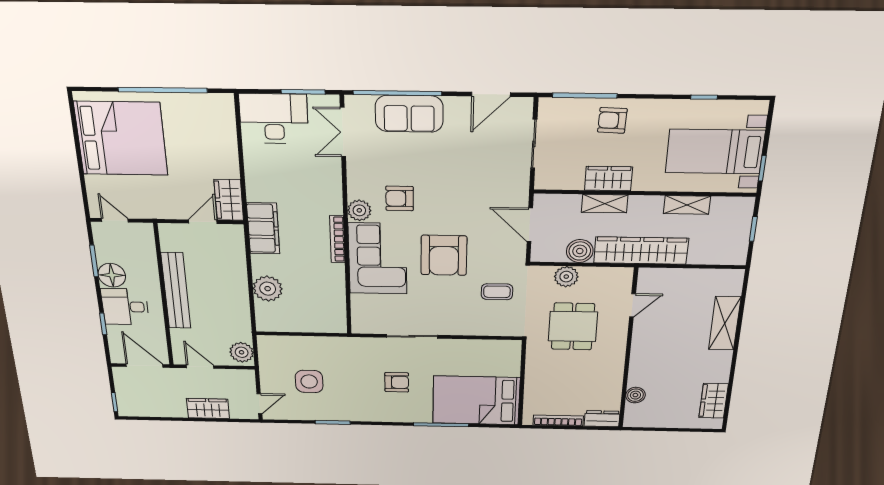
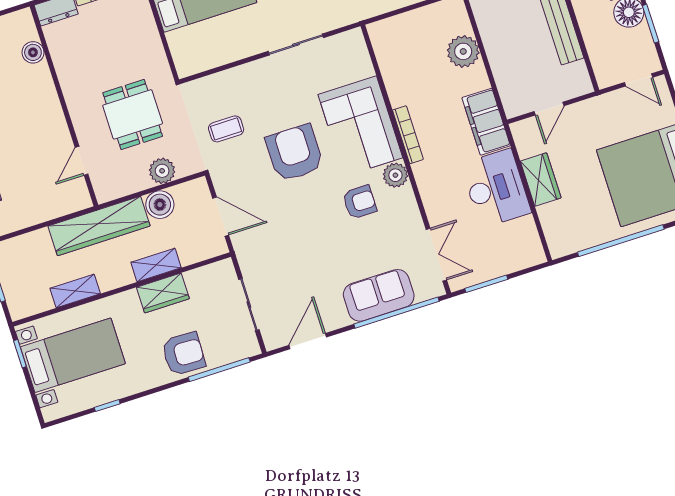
desk: (274, 119) -> (496, 188), moved, turned -90
armchair: (612, 120) -> (183, 354), width x1.38, depth x1.38
wardrobe: (229, 200) -> (541, 180), moved

